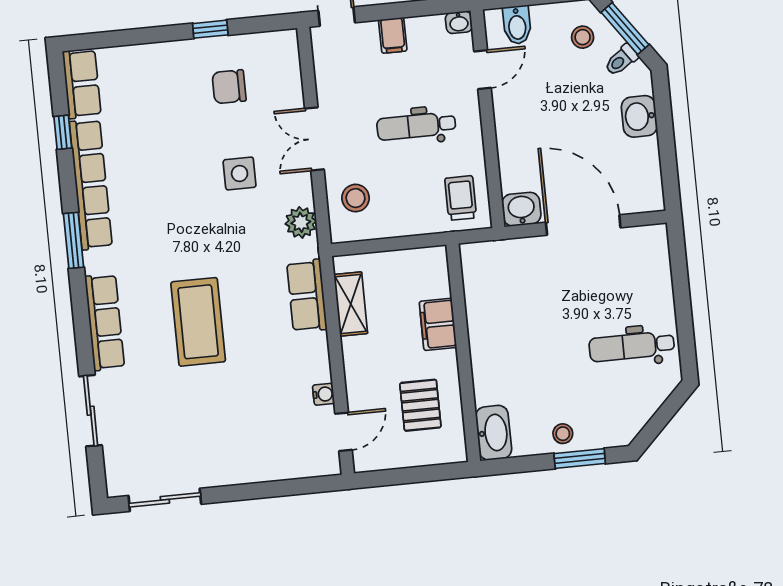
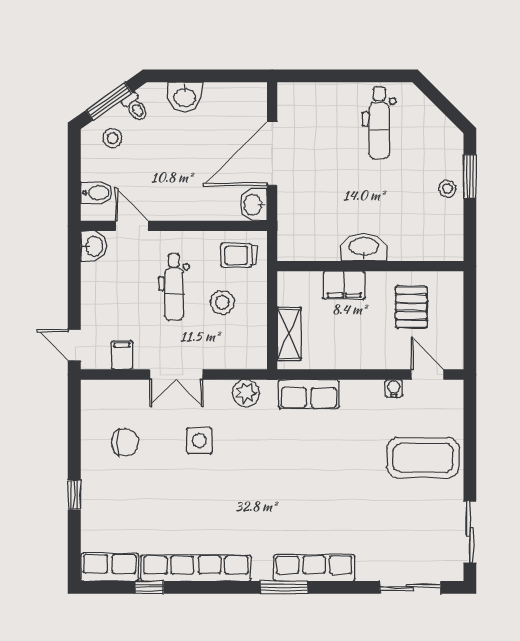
washbasin: (459, 22) -> (94, 246), width x1.38, depth x1.45
window: (210, 29) -> (74, 495), moved
filing cabinet: (393, 35) -> (122, 355), moved, turned -90
chair: (229, 87) -> (125, 442), turned -90
stool: (356, 198) -> (222, 302), moved
window: (74, 240) -> (284, 587), moved
shelving: (351, 304) -> (289, 334), moved, turned 90
coffee table: (198, 322) -> (423, 458), moved
pallet: (420, 405) -> (411, 307), turned 90
sliding door: (91, 411) -> (410, 587), moved
washbasin: (494, 433) -> (364, 247), moved

